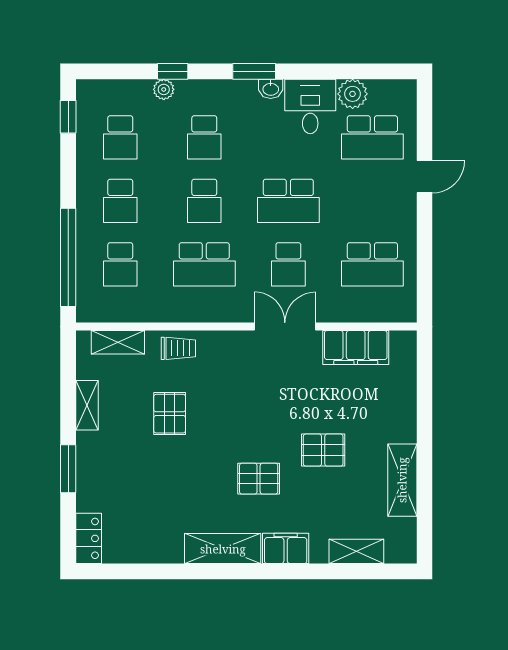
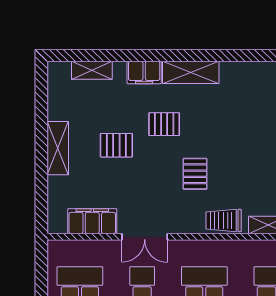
trolley: (178, 348) -> (224, 221), width x1.36, depth x1.39
pallet: (170, 414) -> (195, 174), moved
shelving: (402, 480) -> (58, 148), moved

